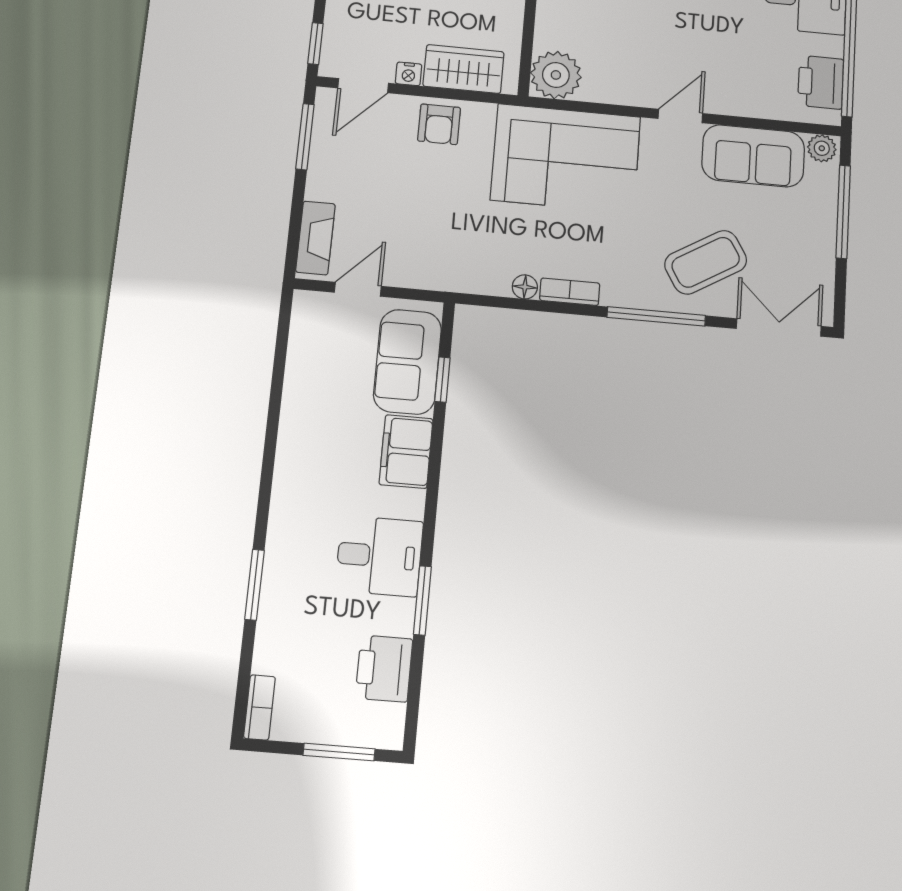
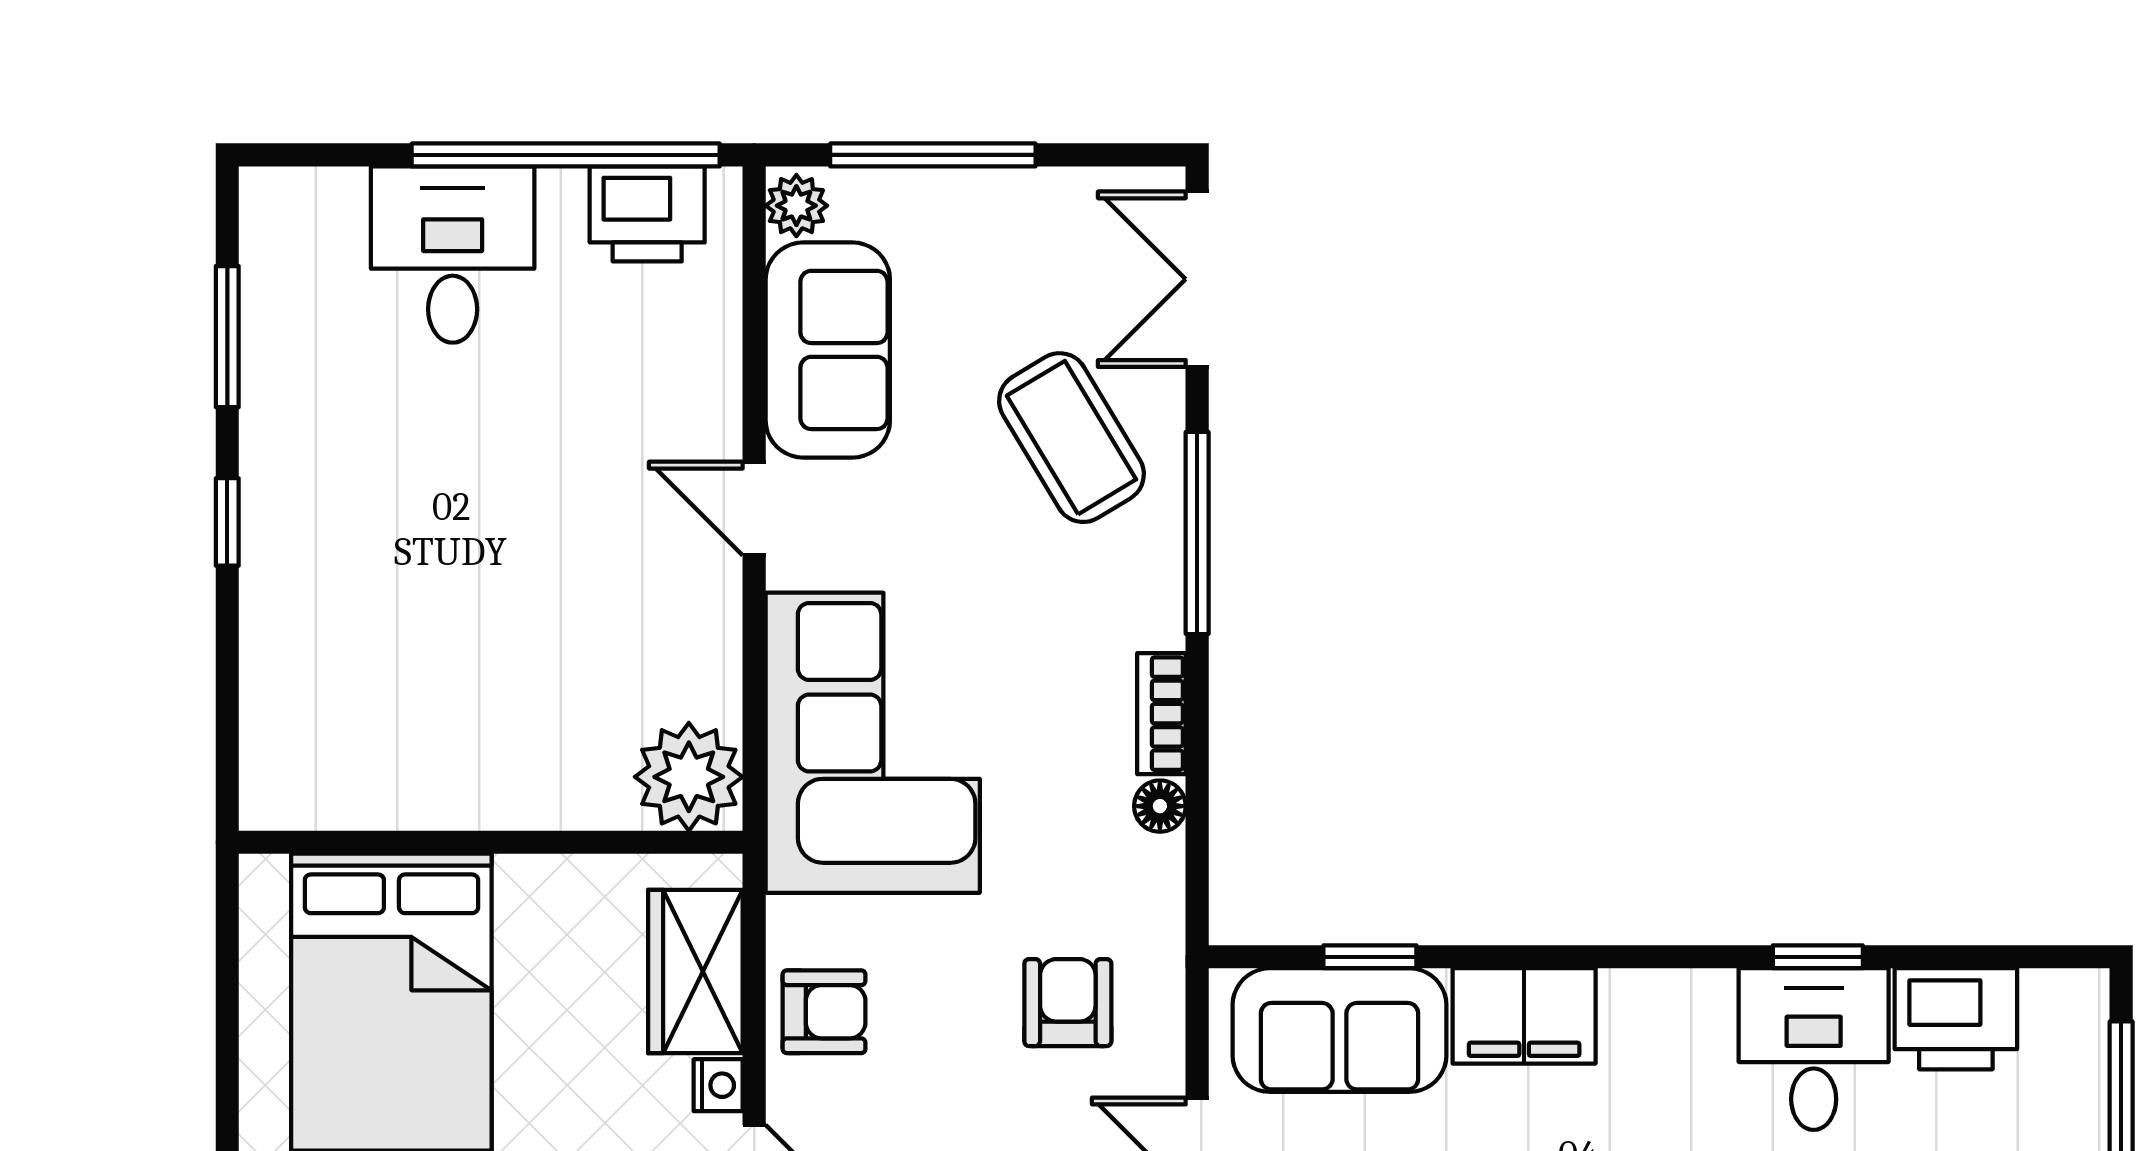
armchair: (433, 235) -> (1068, 1003), added
desk: (379, 556) -> (1814, 1049), moved
window: (422, 600) -> (1818, 957), width x0.67

